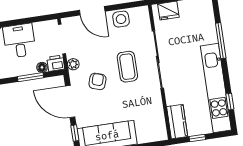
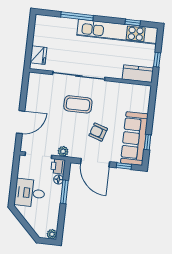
side table: (121, 19) -> (35, 99), removed
armchair: (97, 81) -> (98, 132), moved
door: (70, 101) -> (95, 163), hinge flipped

